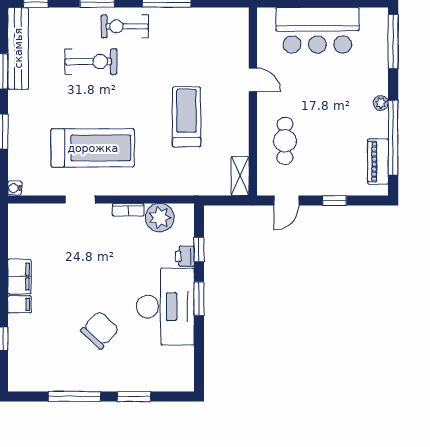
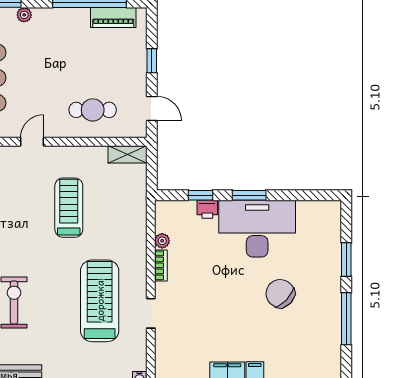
plant: (381, 103) -> (24, 15), moved
treadmill: (186, 117) -> (69, 208), turned 90
plant: (160, 218) -> (162, 241), width x0.53, depth x0.53

